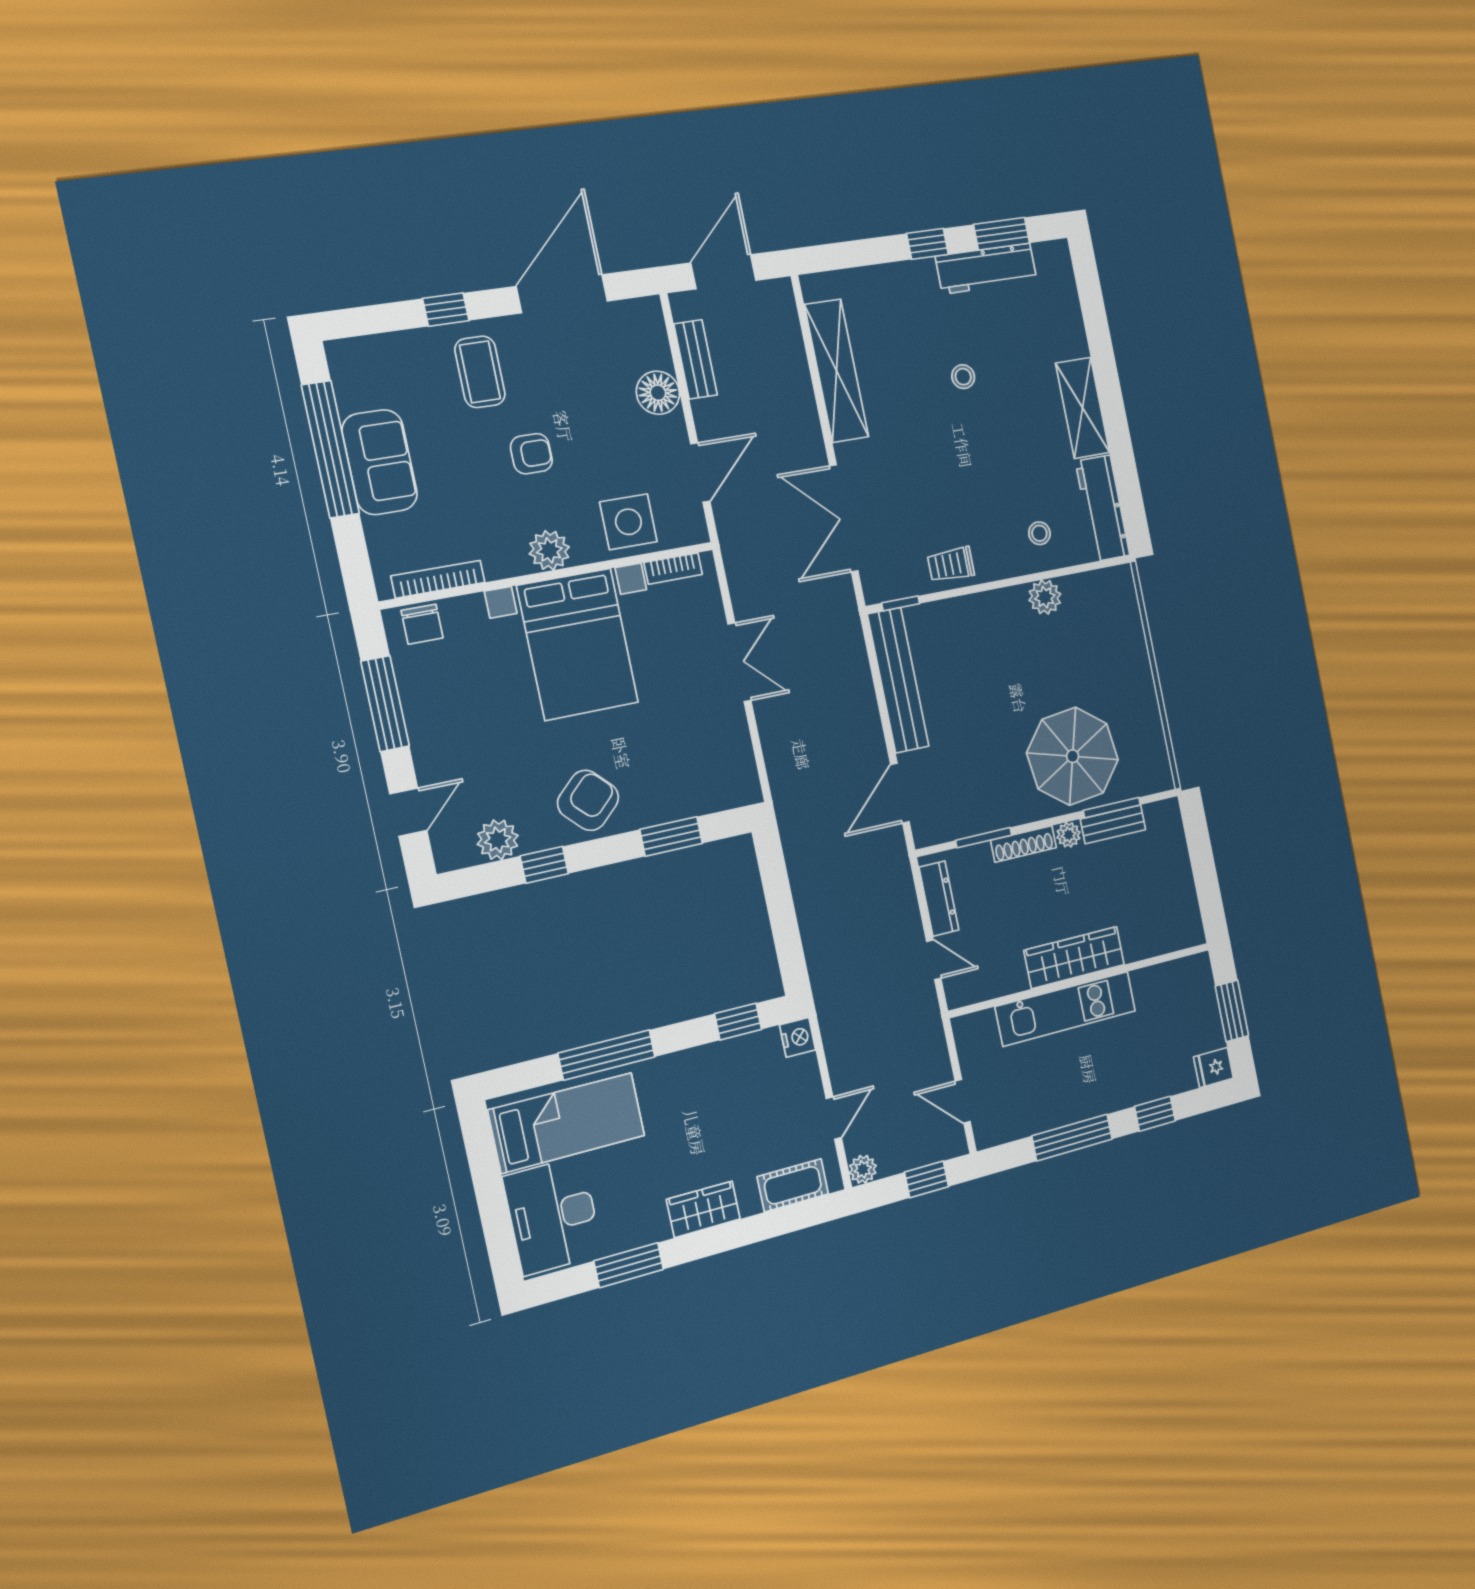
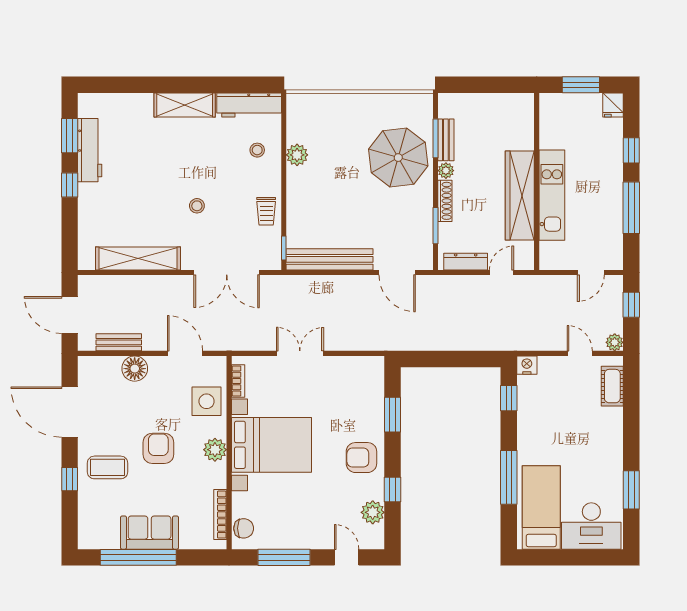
stool: (963, 377) -> (197, 206), moved
armchair: (531, 454) -> (158, 448), width x1.38, depth x1.38
armchair: (588, 800) -> (361, 458), turned -46
wardrobe: (1074, 958) -> (520, 196), width x1.40, depth x1.17
wardrobe: (703, 1209) -> (612, 441), removed

